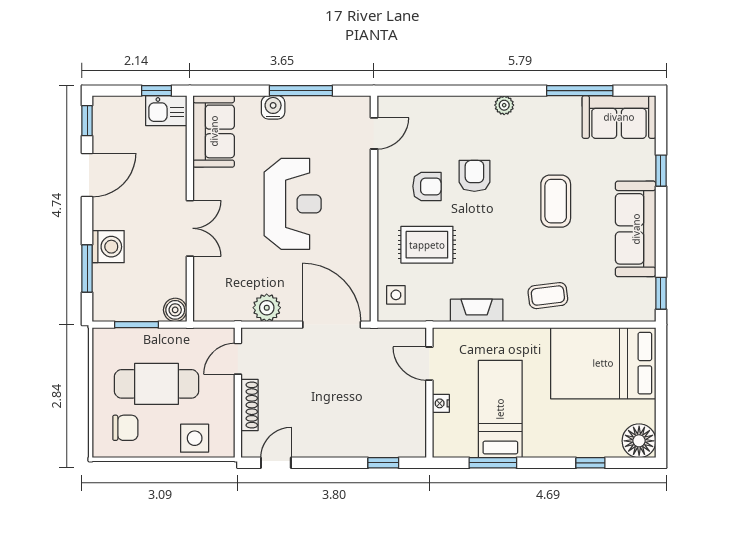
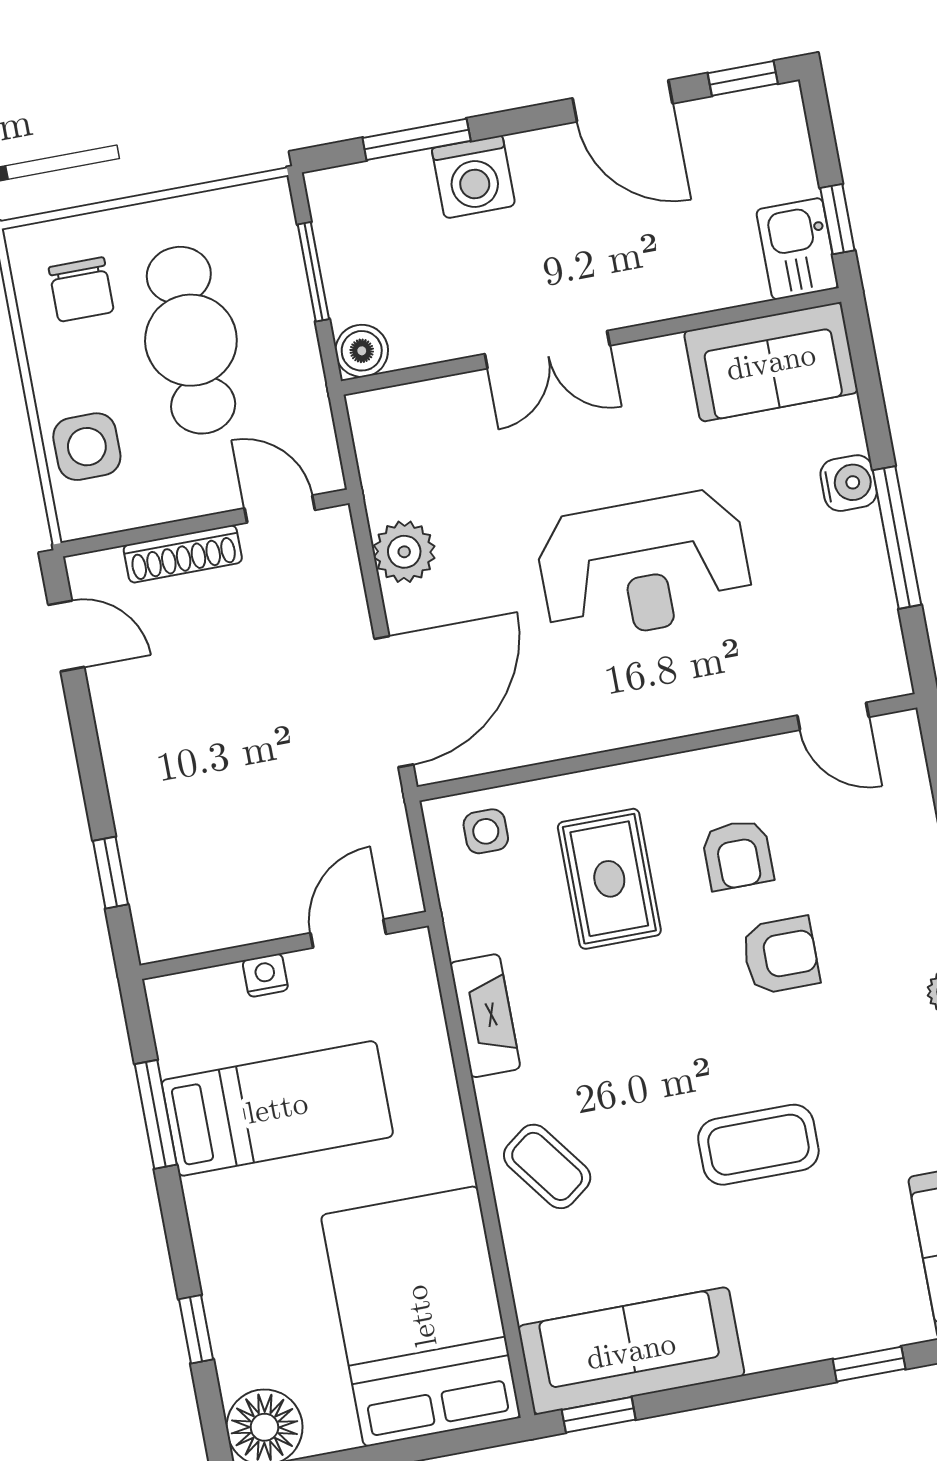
sofa: (636, 229) -> (631, 1351), moved
coffee table: (548, 296) -> (547, 1166), turned -30

